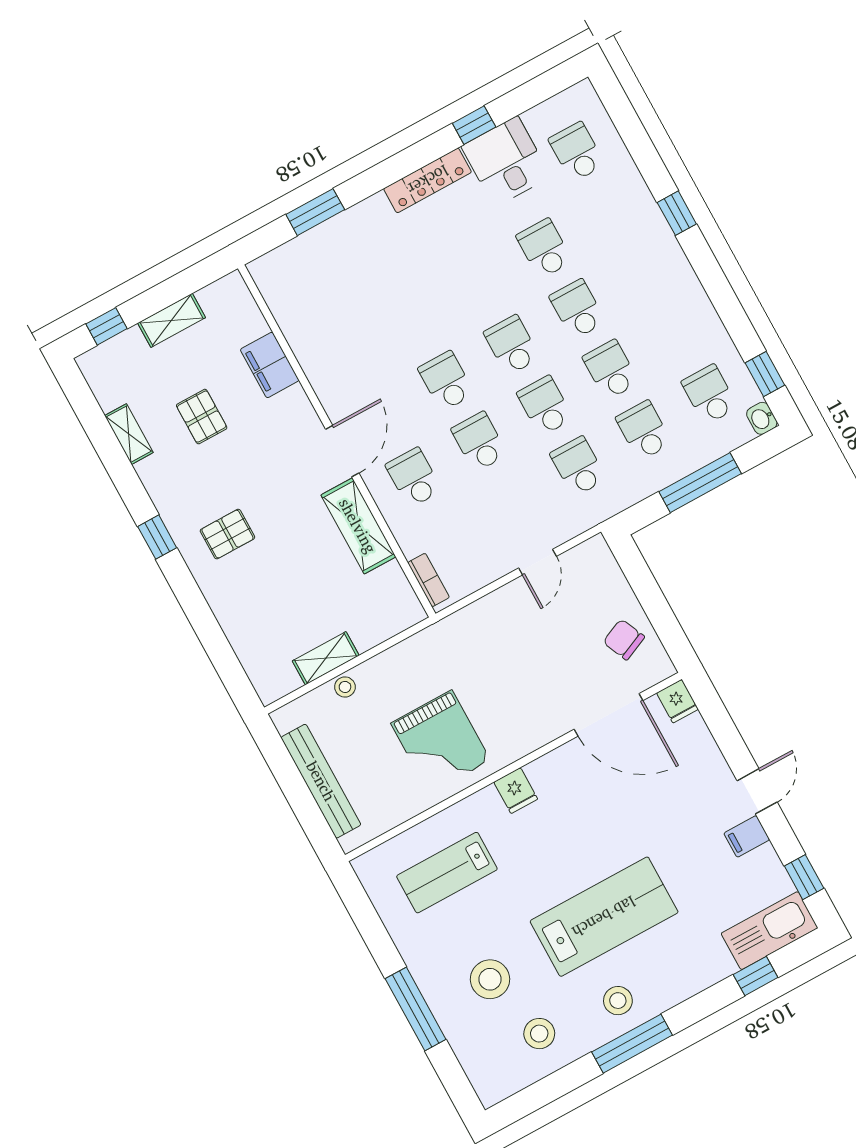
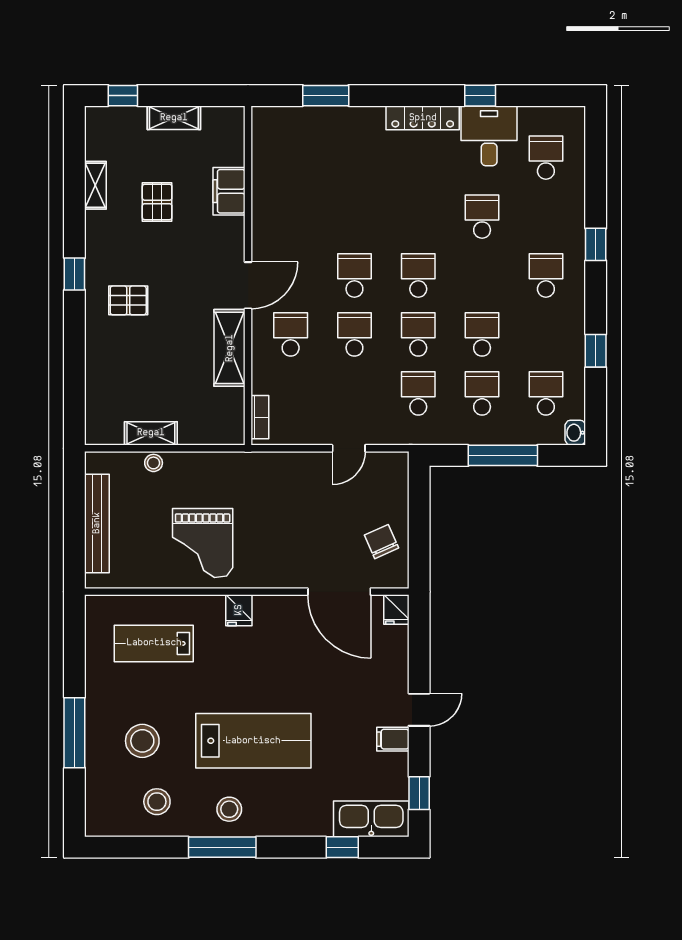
school desk: (577, 309) -> (546, 275), moved
window: (765, 374) -> (596, 351), moved

